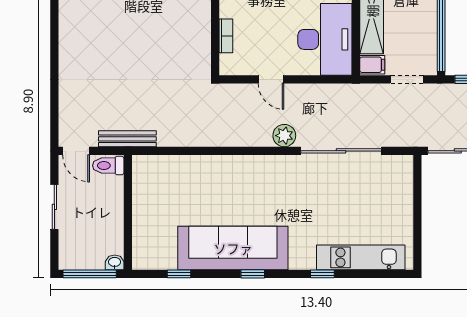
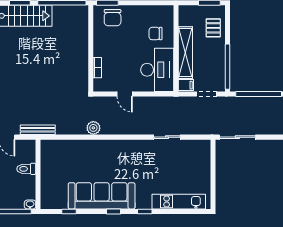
plant: (284, 136) -> (93, 128), moved
sliding door: (341, 151) -> (167, 137), width x0.54
toilet: (108, 166) -> (26, 169), moved
window: (322, 274) -> (145, 211), moved

